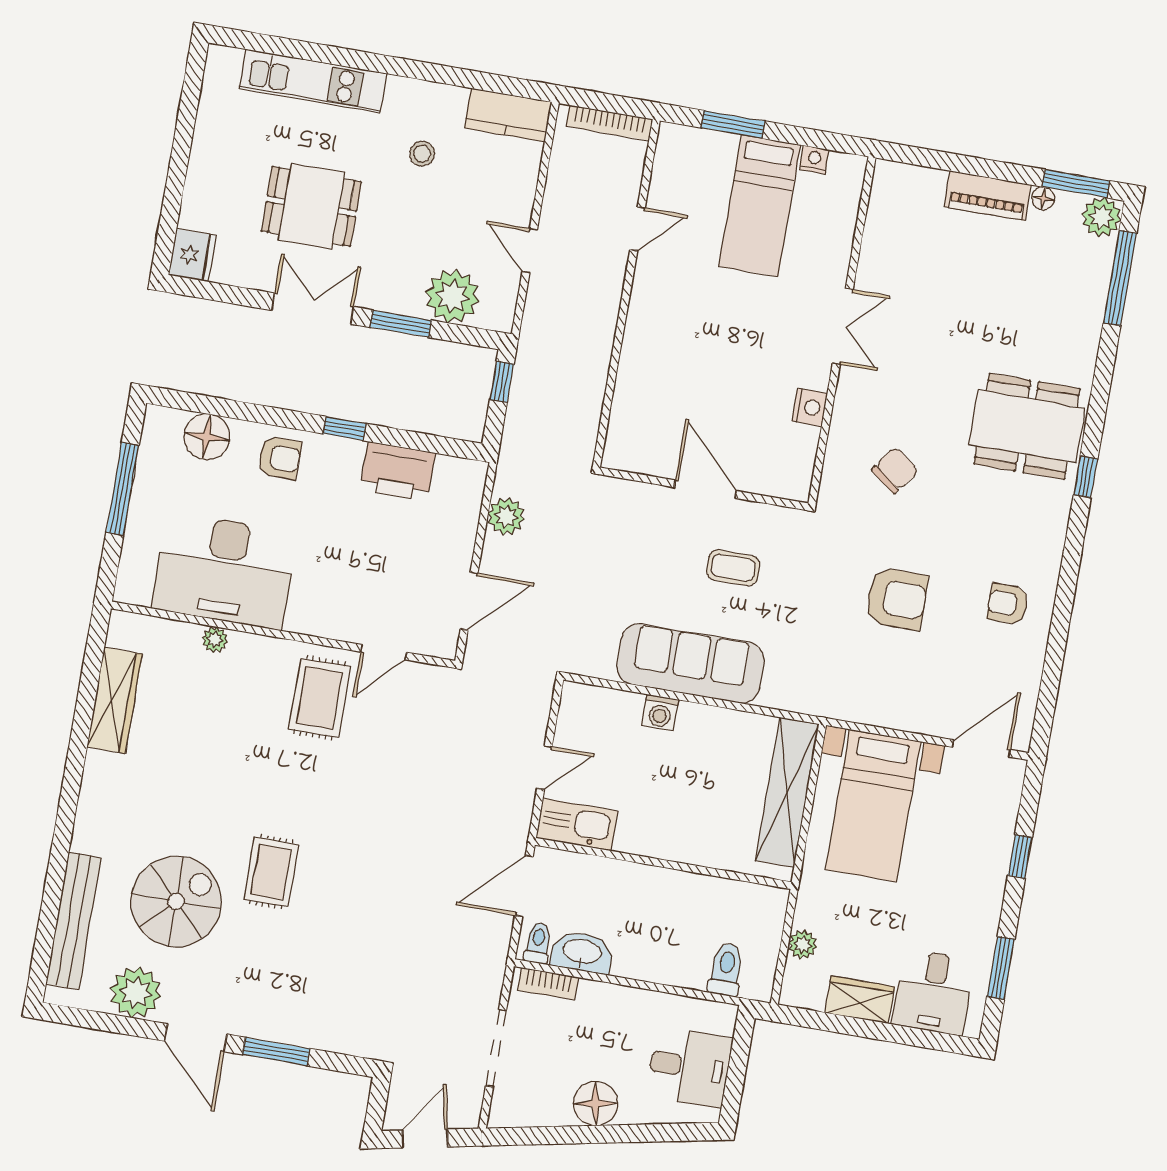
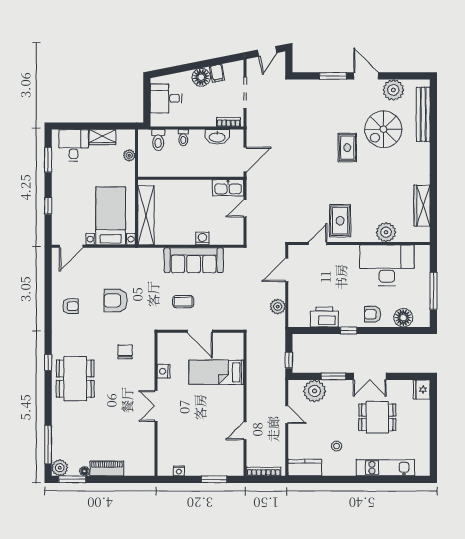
bed: (760, 206) -> (216, 372), moved, turned -90
dining table: (1027, 426) -> (75, 379), turned 90
chair: (895, 470) -> (125, 352), turned 143
plant: (215, 640) -> (386, 232), width x1.87, depth x1.87
toilet: (538, 943) -> (183, 138), moved
filing cabinet: (556, 1107) -> (217, 73), added

